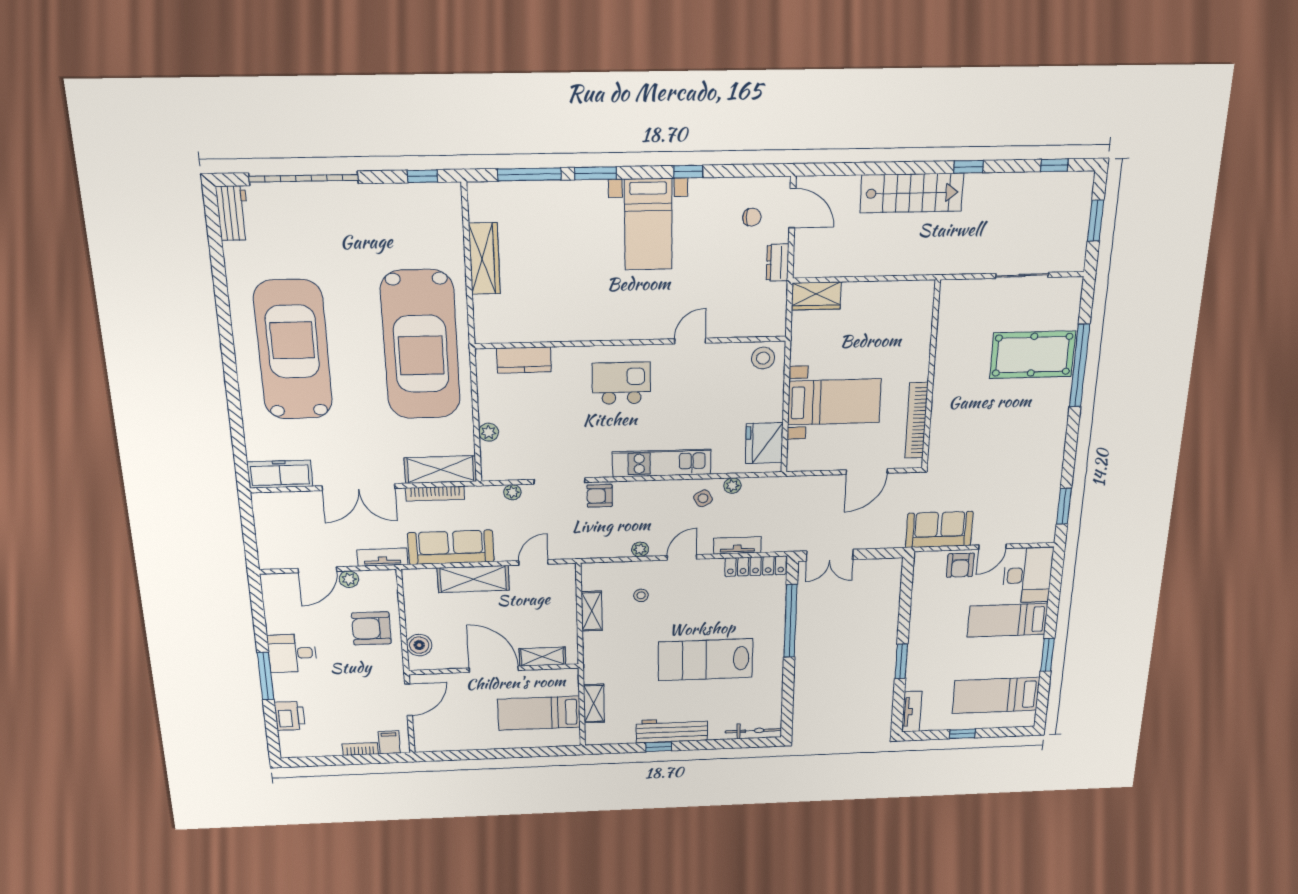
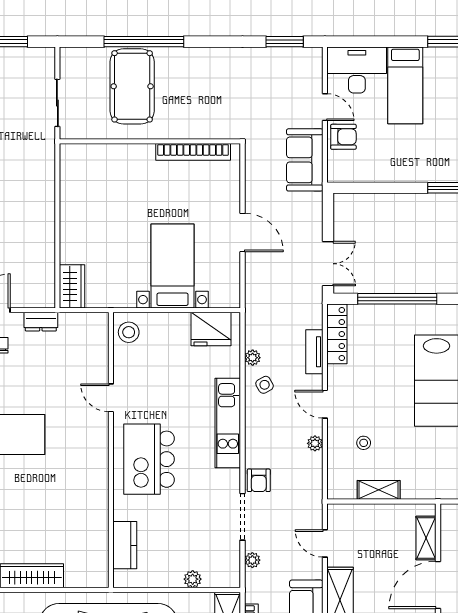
wall: (931, 376) -> (150, 141), moved
kitchen island: (621, 383) -> (149, 459), width x1.37, depth x1.28
bookcase: (916, 421) -> (193, 152), moved

